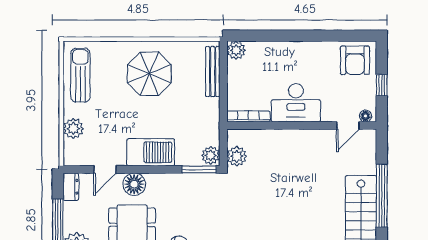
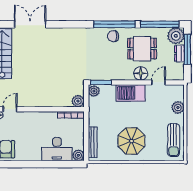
desk: (296, 103) -> (57, 149), moved, turned 180
plant: (237, 156) -> (78, 101), moved
dresser: (71, 187) -> (179, 53), moved

